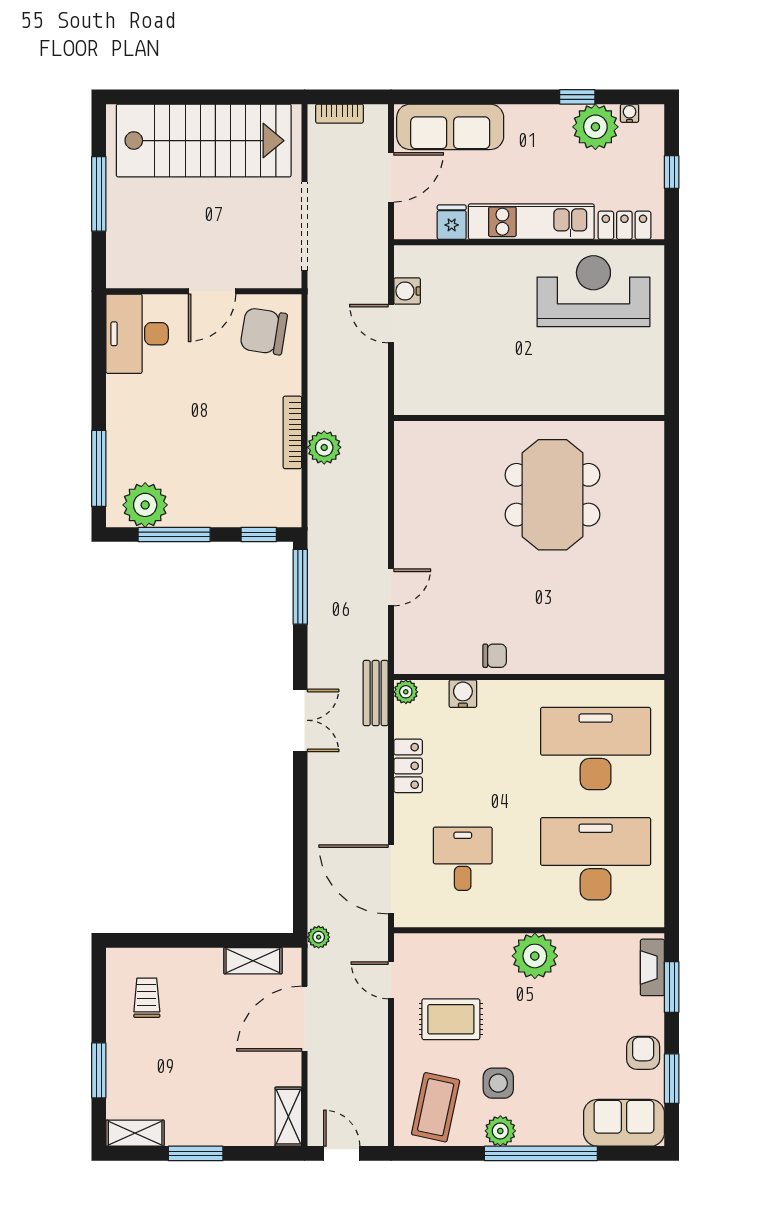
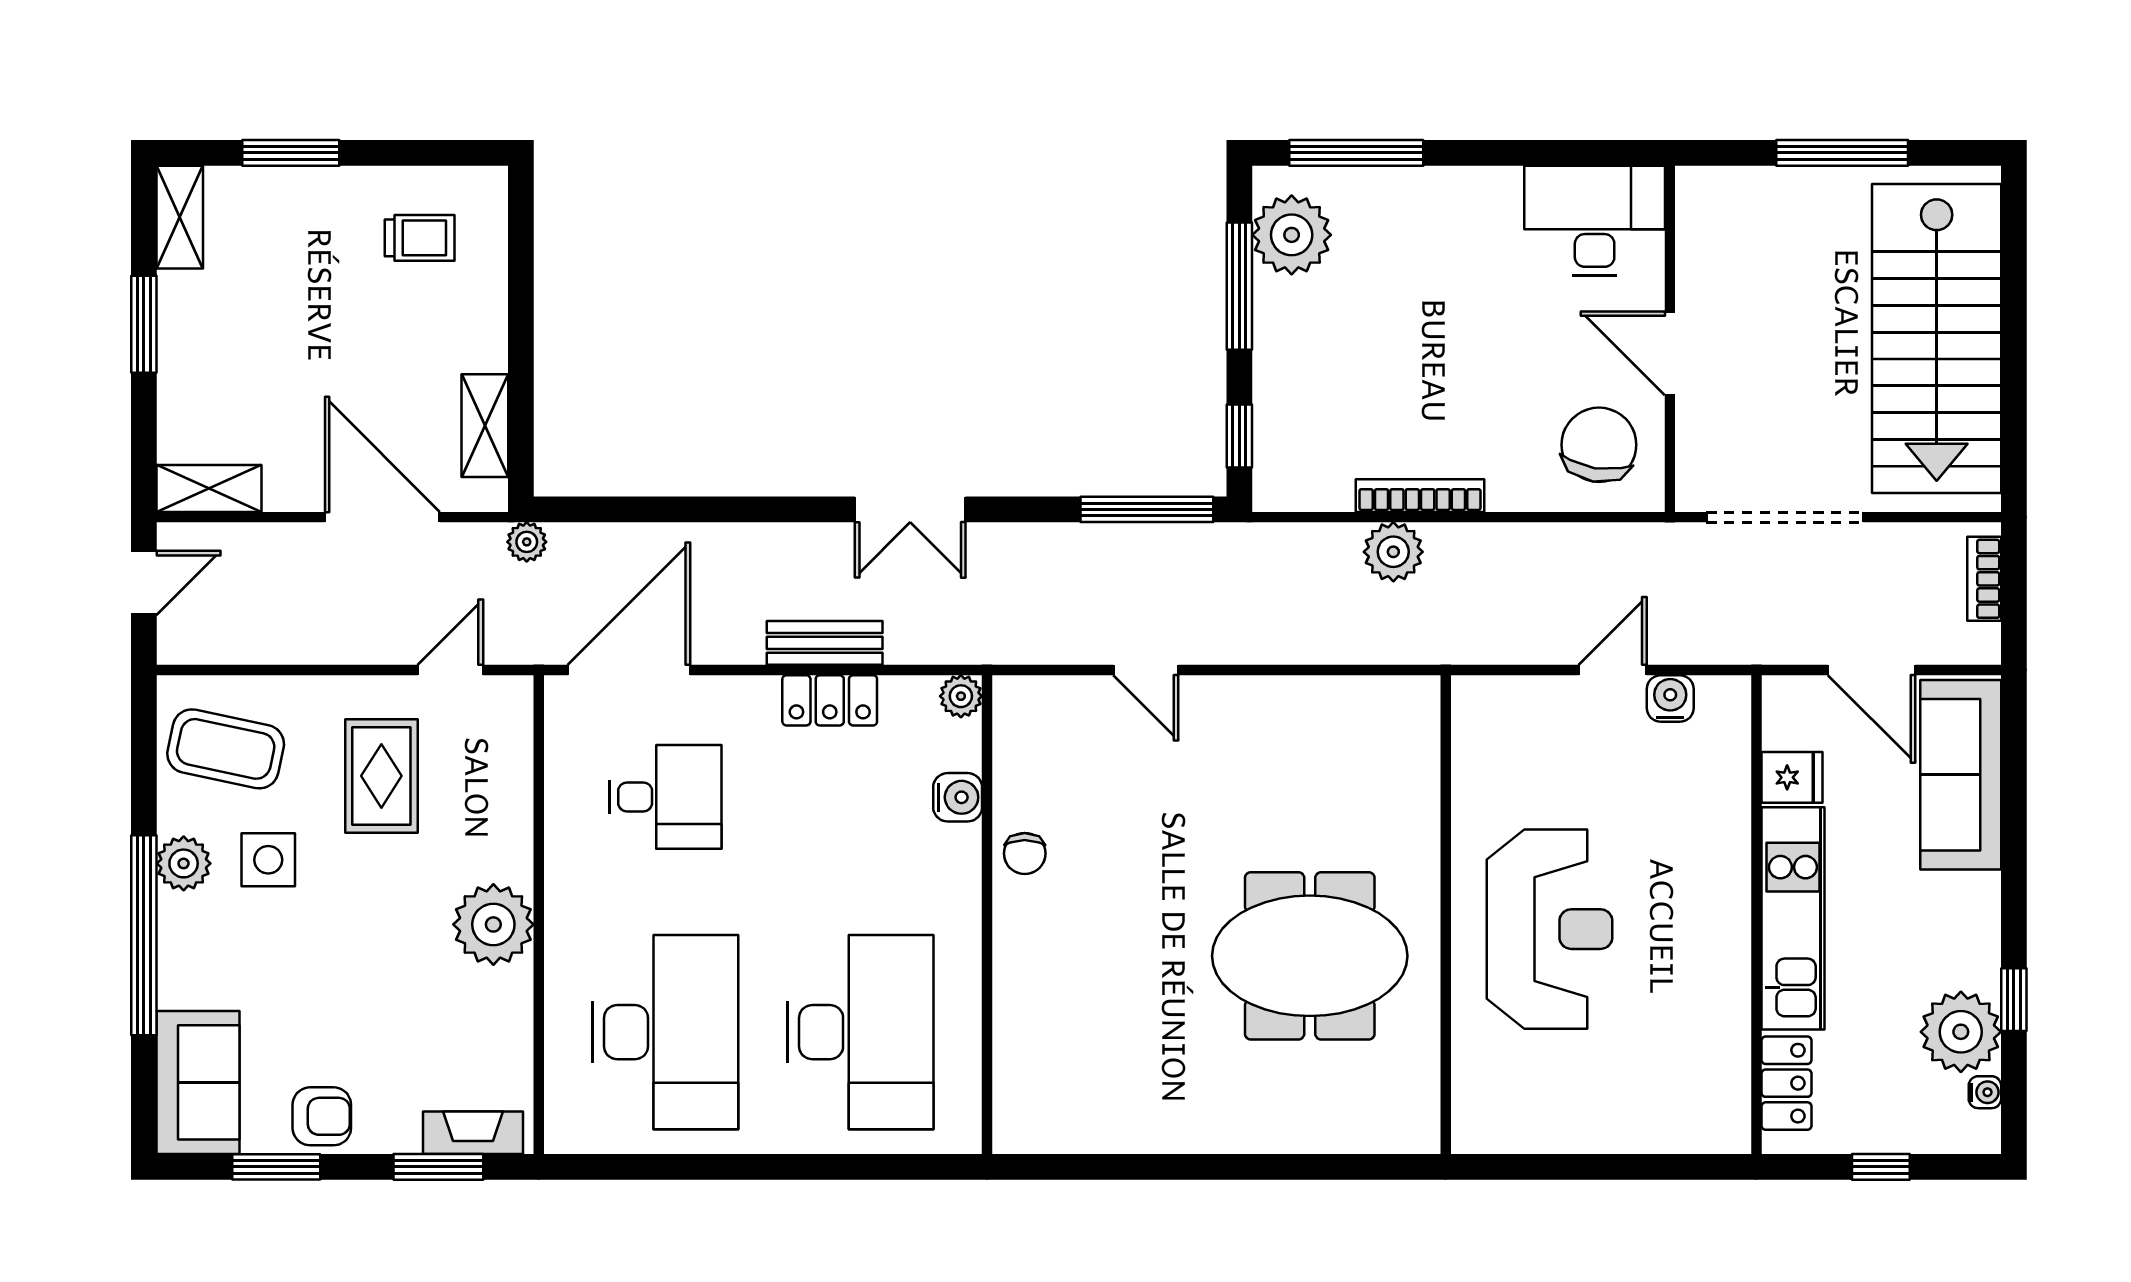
reception desk: (593, 291) -> (1549, 929), moved
bench: (376, 693) -> (825, 643), moved

